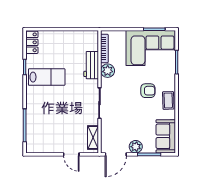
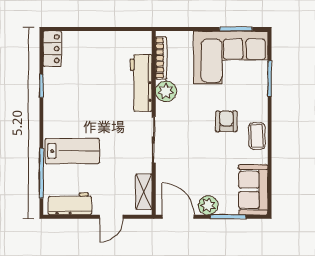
workbench: (91, 65) -> (141, 83), width x1.38
lab bench: (47, 77) -> (72, 151), moved
armchair: (148, 91) -> (226, 121), turned -90
workbench: (44, 146) -> (70, 204), added
door: (71, 154) -> (111, 217), hinge flipped
door: (116, 154) -> (178, 217), swing flipped

